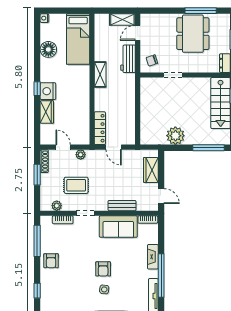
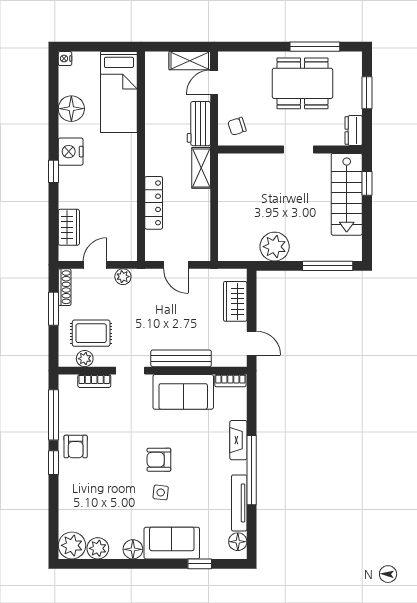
dining table: (193, 34) -> (302, 83), turned 90
shelving: (100, 74) -> (201, 168), moved
doorway: (173, 75) -> (298, 149), moved
nightstand: (48, 91) -> (71, 152), moved
wardrobe: (47, 112) -> (69, 227), moved
locker: (100, 128) -> (154, 203), moved
door: (63, 147) -> (95, 265), hinge flipped
rug: (76, 185) -> (91, 333), moved
bench: (122, 206) -> (181, 358), width x1.36
armchair: (103, 269) -> (159, 460), turned 90
window: (37, 291) -> (54, 463), moved

